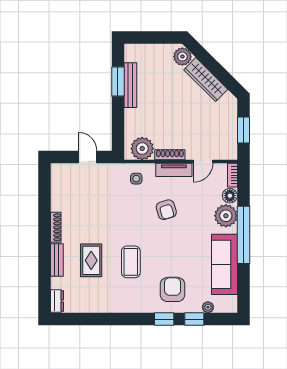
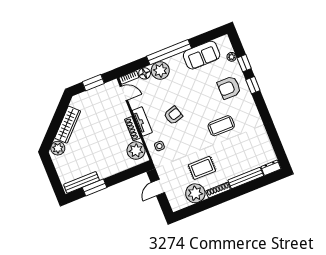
bench: (130, 85) -> (81, 182), moved
door: (203, 161) -> (124, 93), moved
plant: (63, 199) -> (195, 193), added
bench: (57, 260) -> (246, 178), width x1.36
rug: (91, 260) -> (202, 168), moved
sofa: (224, 264) -> (202, 55), width x0.73

